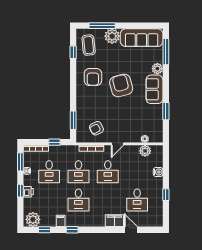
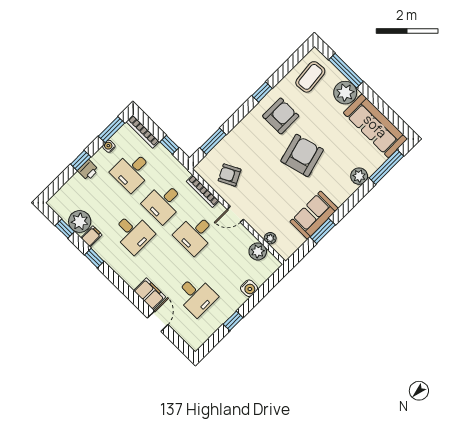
window: (73, 52) -> (262, 92), moved
armchair: (93, 77) -> (281, 116), turned 180
sofa: (154, 89) -> (314, 215), moved
desk: (78, 200) -> (133, 233), turned -90
desk: (137, 200) -> (196, 296), turned -90
plant: (33, 219) -> (80, 221), moved

